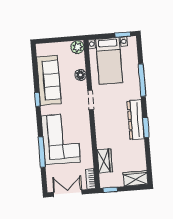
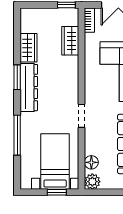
window: (123, 35) -> (57, 192), moved
floor lamp: (81, 75) -> (91, 162), moved
wardrobe: (136, 178) -> (28, 48), moved, turned -90

